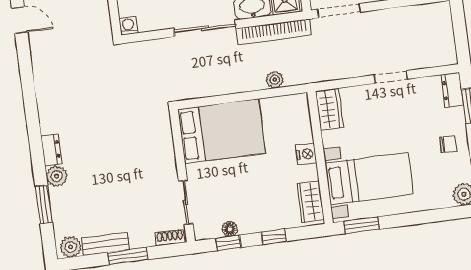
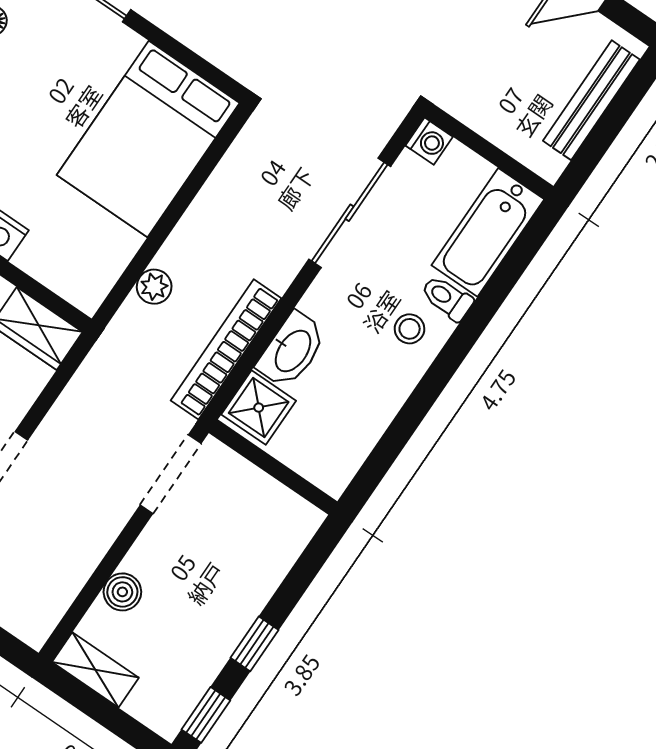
sliding door: (205, 28) -> (350, 213), moved

